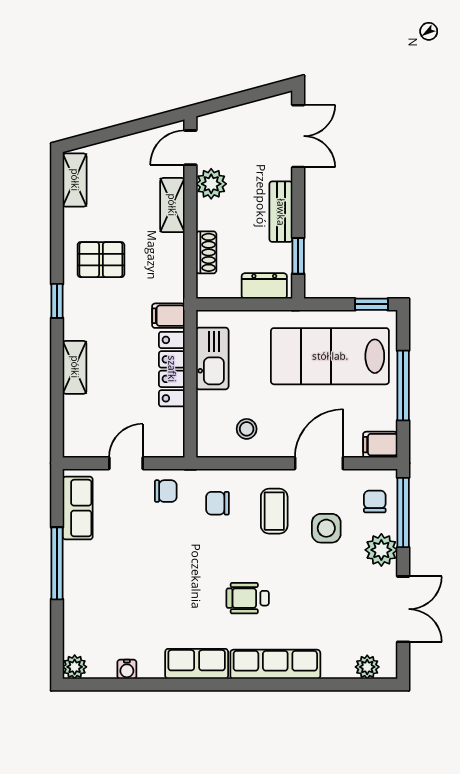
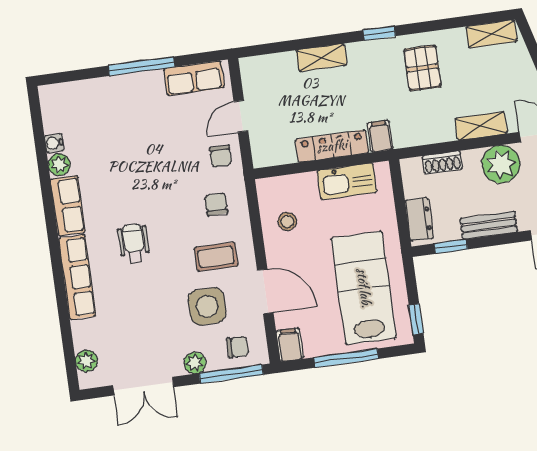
plant: (211, 184) -> (501, 164), width x1.36, depth x1.36
door: (126, 463) -> (241, 116), swing flipped
side table: (326, 528) -> (207, 306), width x1.37, depth x1.37
plant: (381, 550) -> (195, 363), width x0.73, depth x0.73
plant: (75, 667) -> (59, 165), moved

